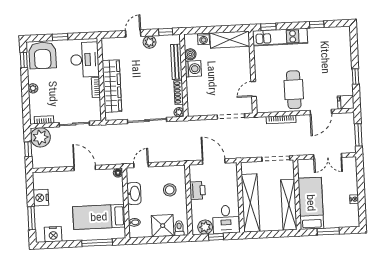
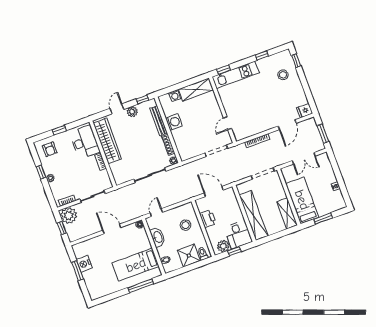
boiler: (190, 54) -> (168, 111), removed
stool: (334, 54) -> (283, 75), added
armchair: (43, 55) -> (50, 149), width x0.53, depth x0.53
window: (24, 60) -> (41, 172), moved
window: (355, 76) -> (296, 61), moved
wardrobe: (112, 86) -> (107, 141), moved
cafe table: (294, 90) -> (260, 114), removed
shelving: (289, 205) -> (287, 214), width x0.68
window: (31, 218) -> (77, 271), moved
nightstand: (53, 234) -> (103, 290), removed

